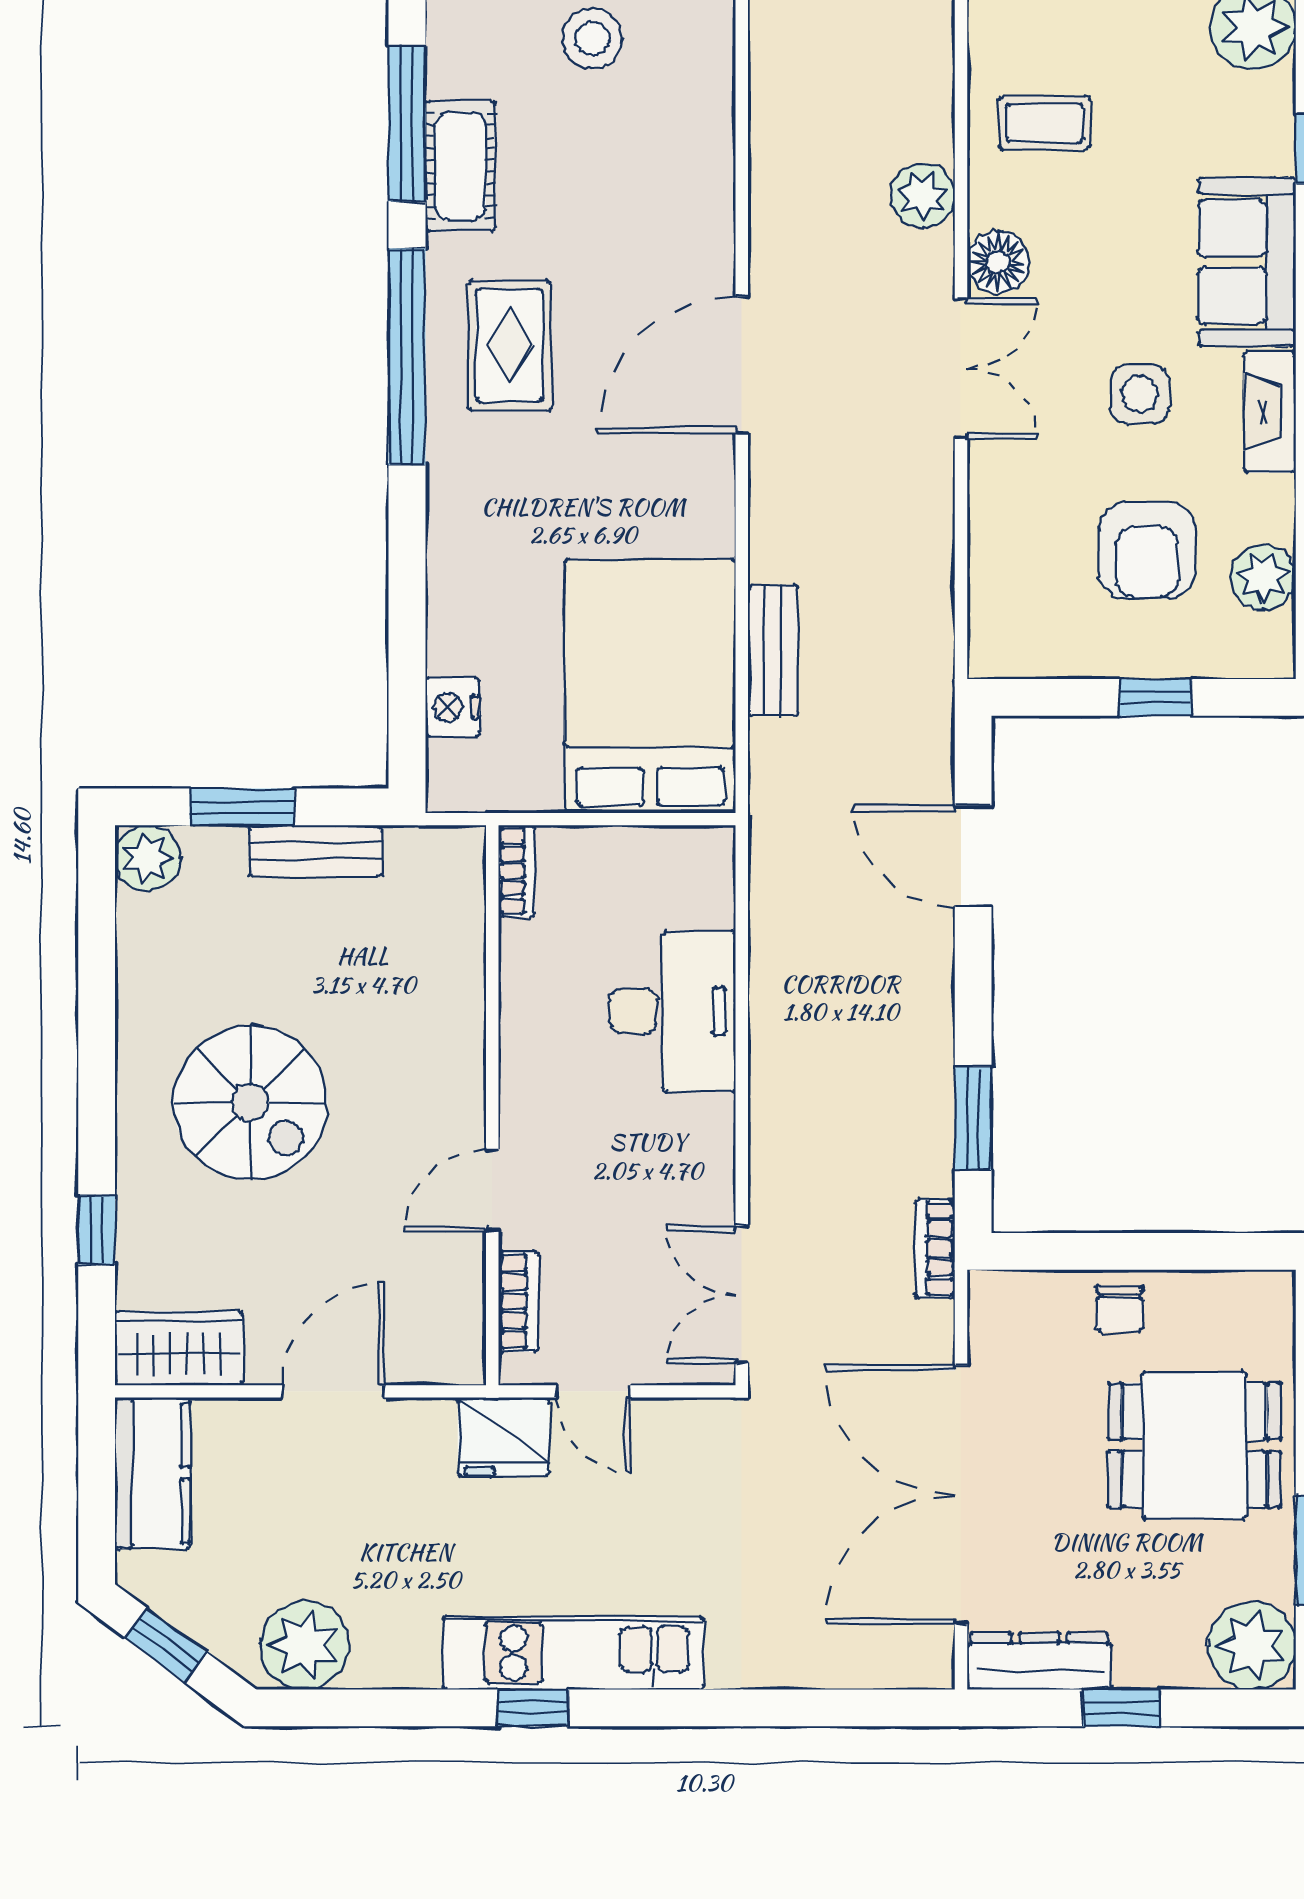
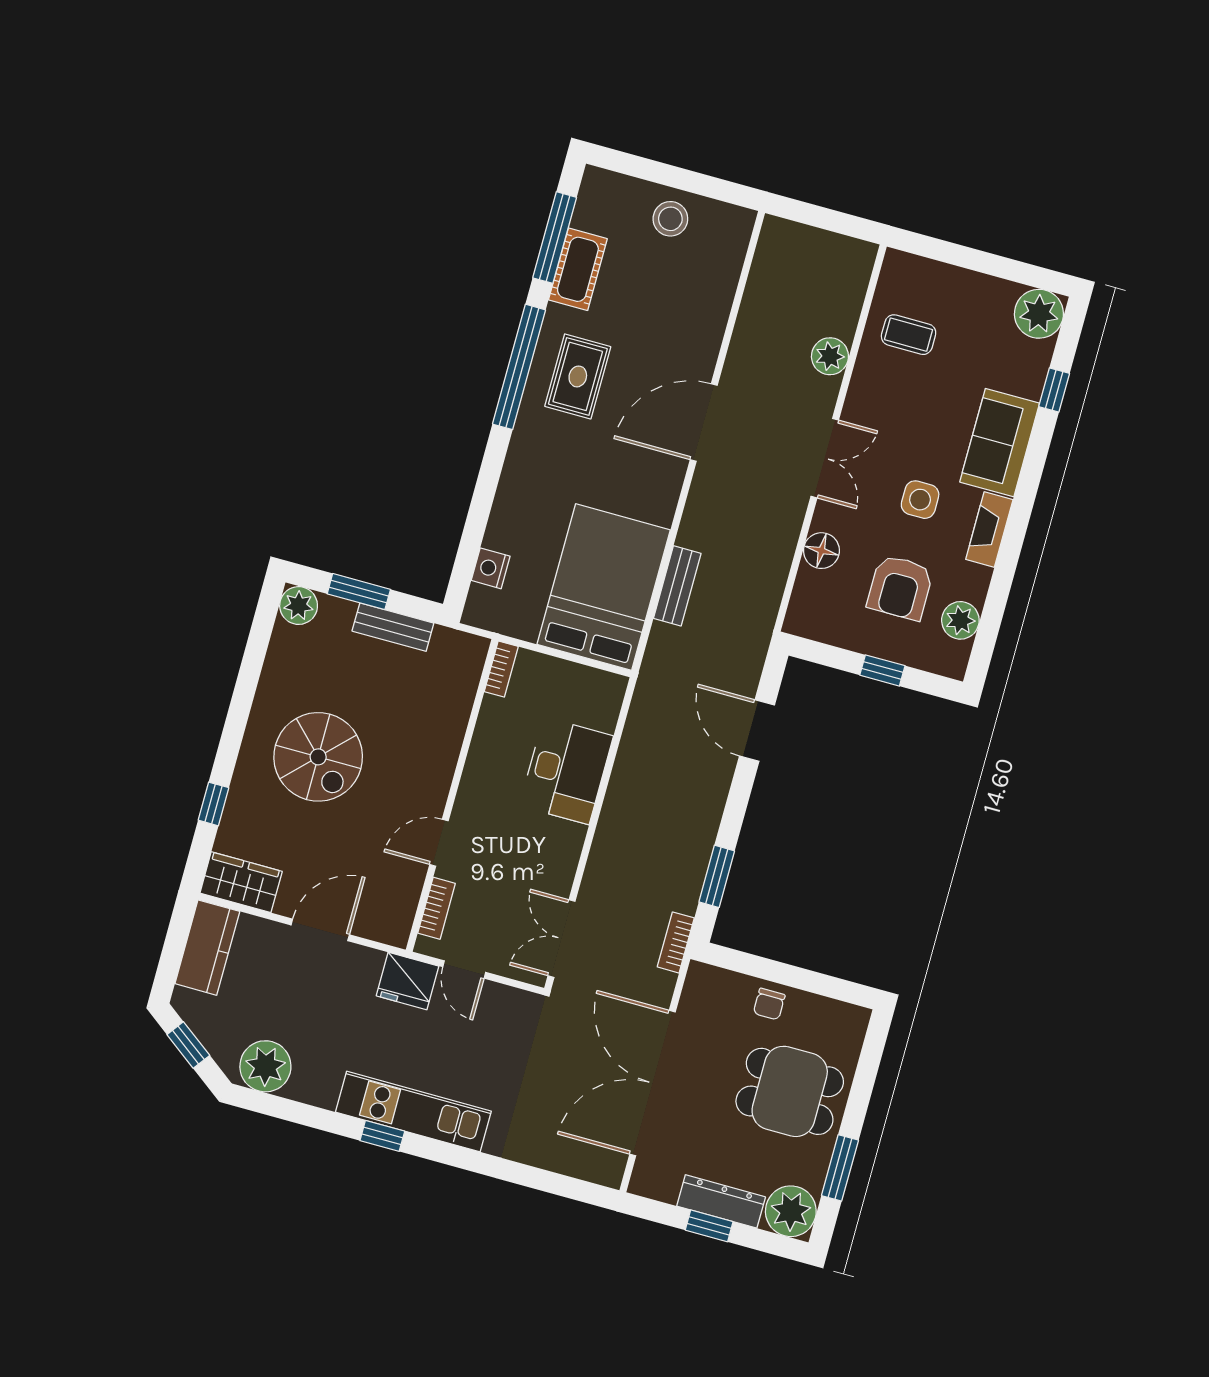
floor lamp: (998, 262) -> (821, 551), moved
dresser: (1039, 1661) -> (721, 1201), moved

